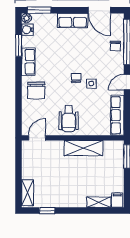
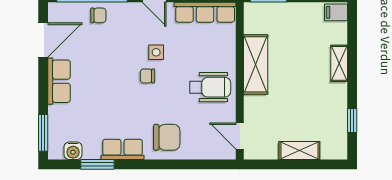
plant: (26, 18) -> (55, 152), removed
shelving: (28, 193) -> (299, 151), moved
shelving: (99, 202) -> (339, 63), moved

